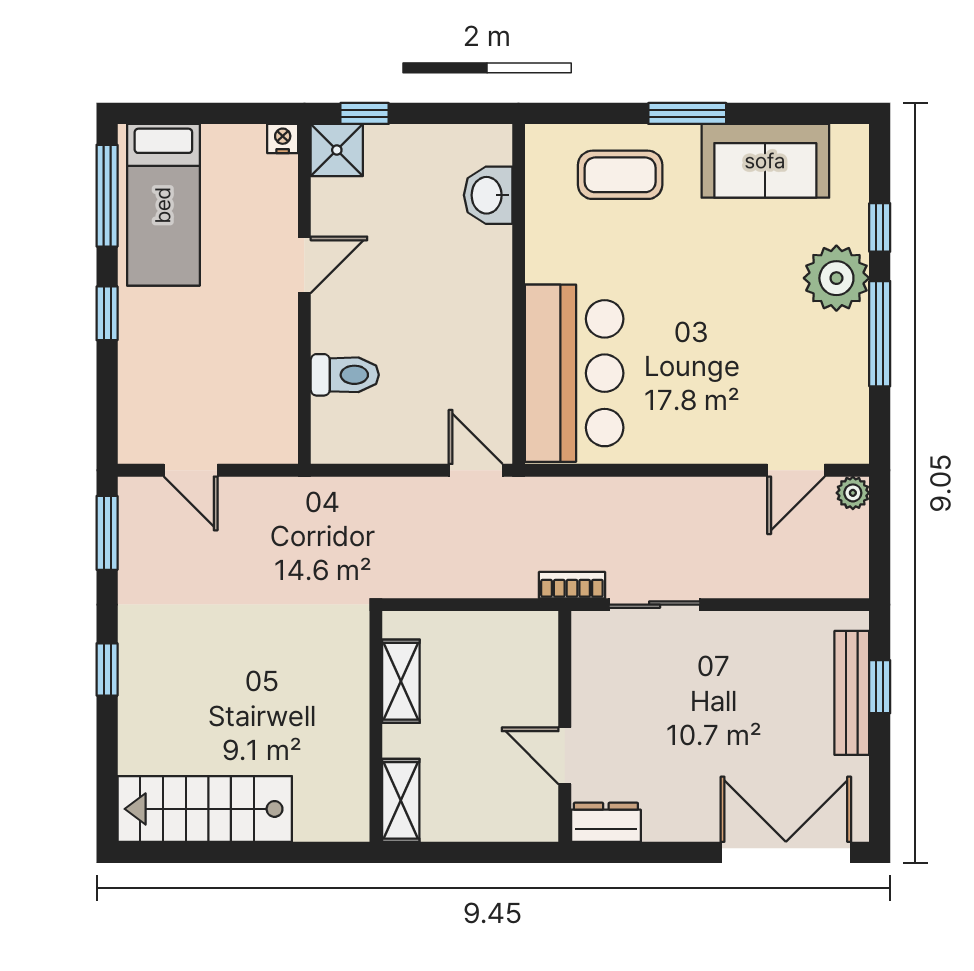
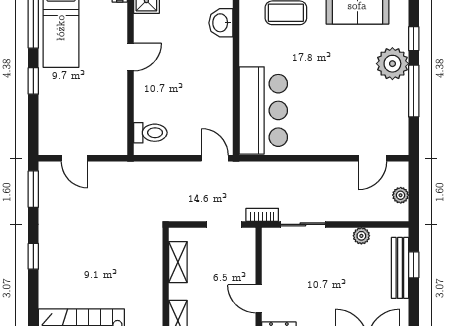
toilet: (345, 375) -> (150, 133), moved
plant: (853, 493) -> (401, 195), moved
doorway: (495, 605) -> (224, 224), added
plant: (773, 628) -> (361, 236), added

